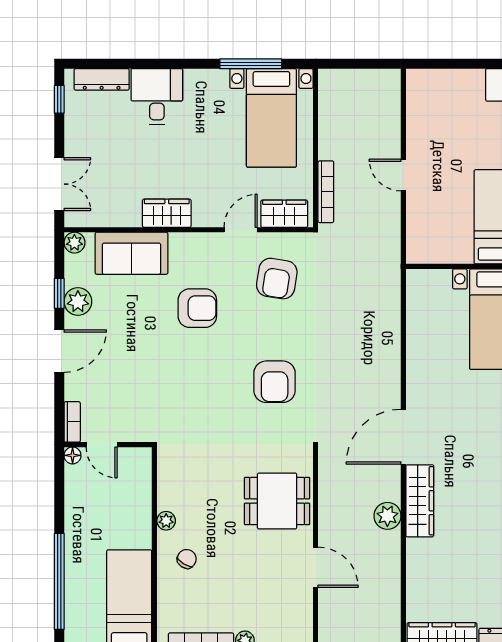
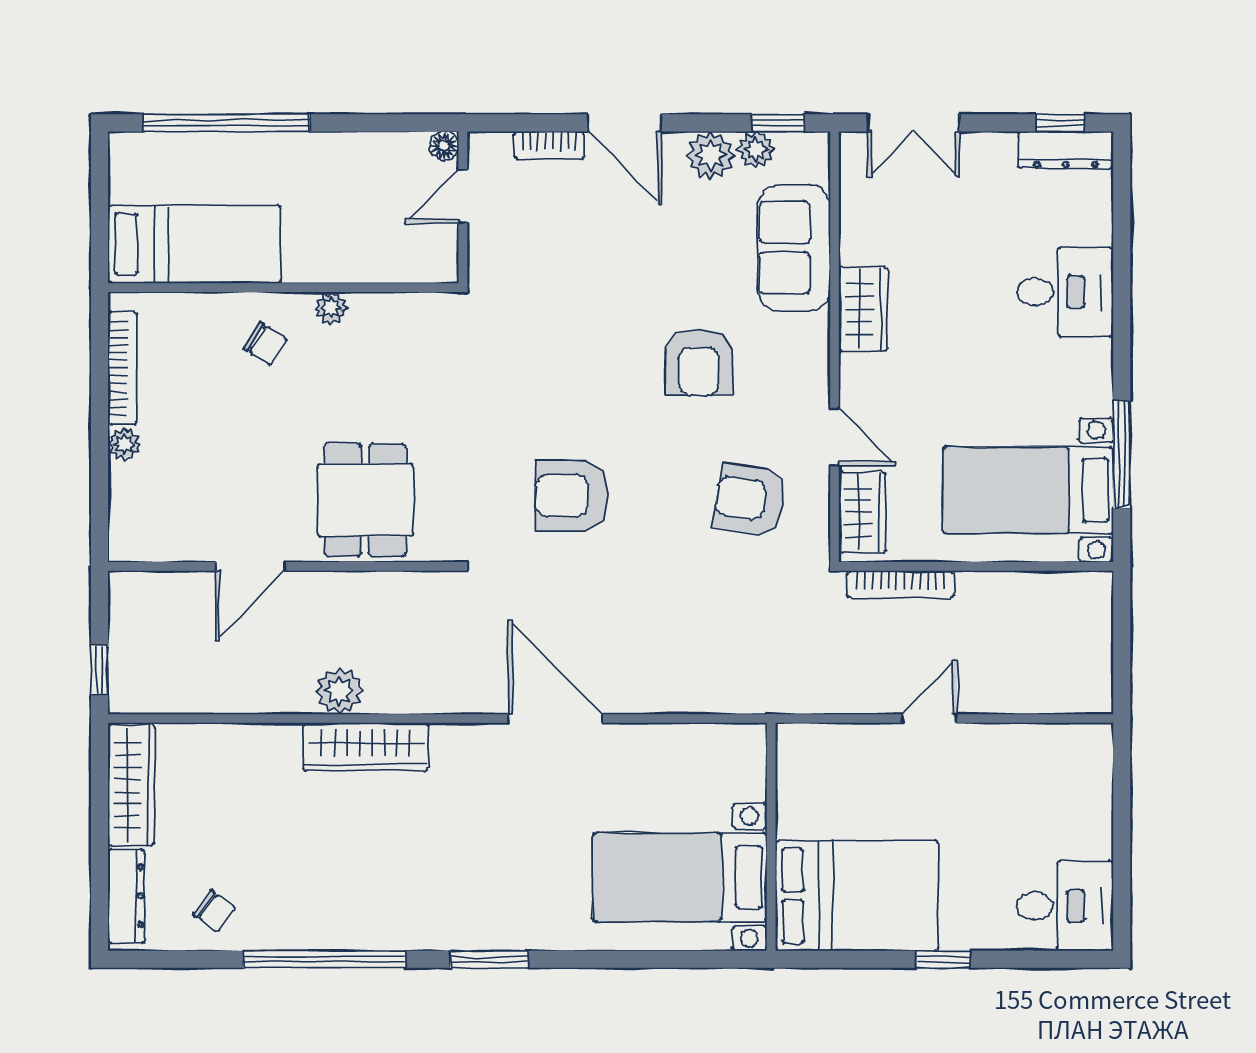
dresser: (102, 79) -> (1066, 150), moved, turned -90
plant: (74, 243) -> (756, 149), moved
window: (59, 293) -> (778, 123), moved
bookcase: (72, 422) -> (549, 145), moved
door: (403, 437) -> (555, 718), moved

